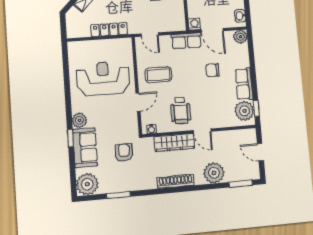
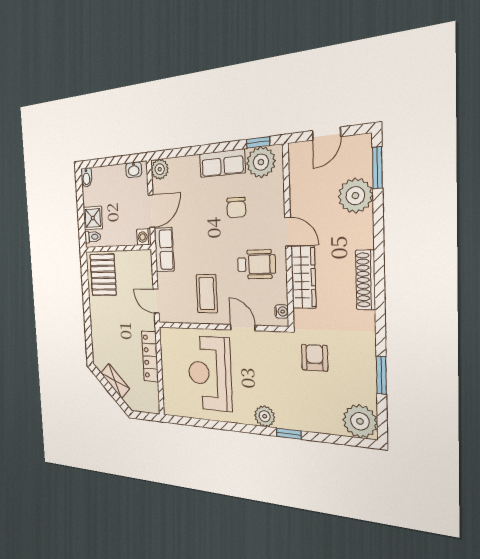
door: (150, 35) -> (156, 301), swing flipped
chair: (213, 70) -> (236, 207), moved
door: (202, 131) -> (288, 232), hinge flipped
sofa: (85, 148) -> (304, 415), removed
armchair: (124, 153) -> (315, 358), turned 90
plant: (214, 173) -> (355, 196), moved

